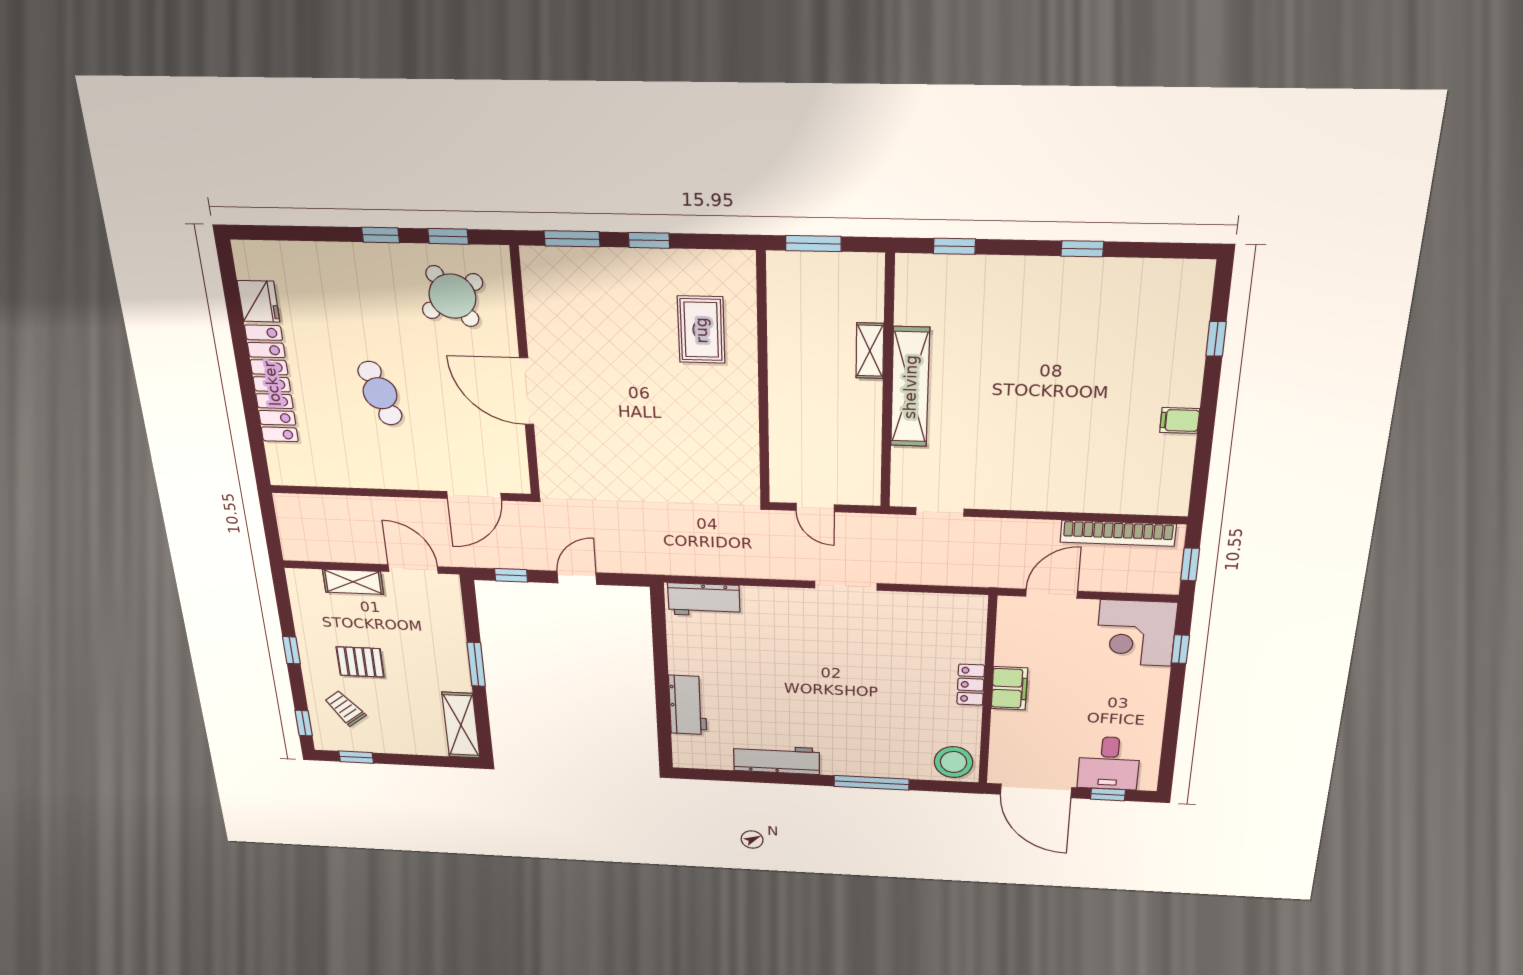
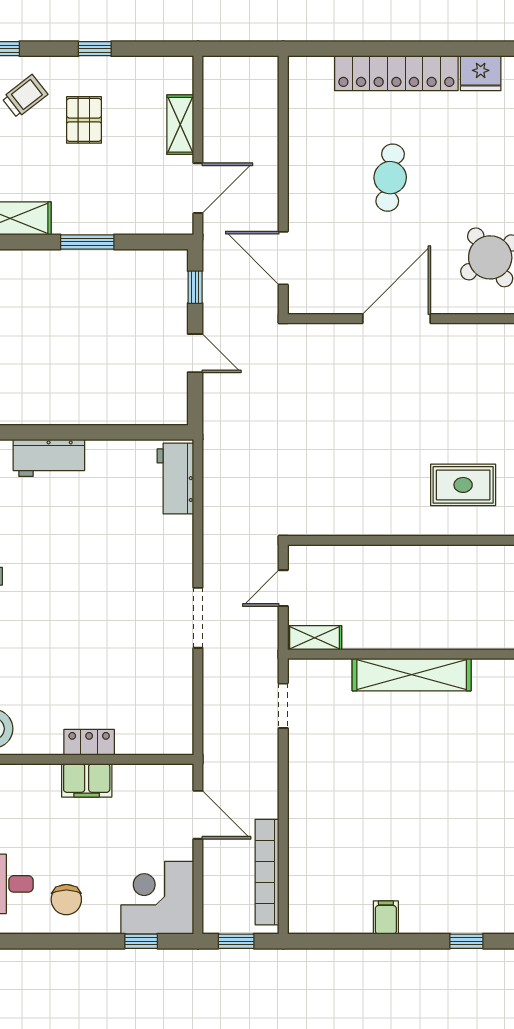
shelving: (870, 351) -> (315, 638), moved
cafe table: (380, 393) -> (390, 178), turned -65
chair: (1130, 711) -> (66, 900), added

